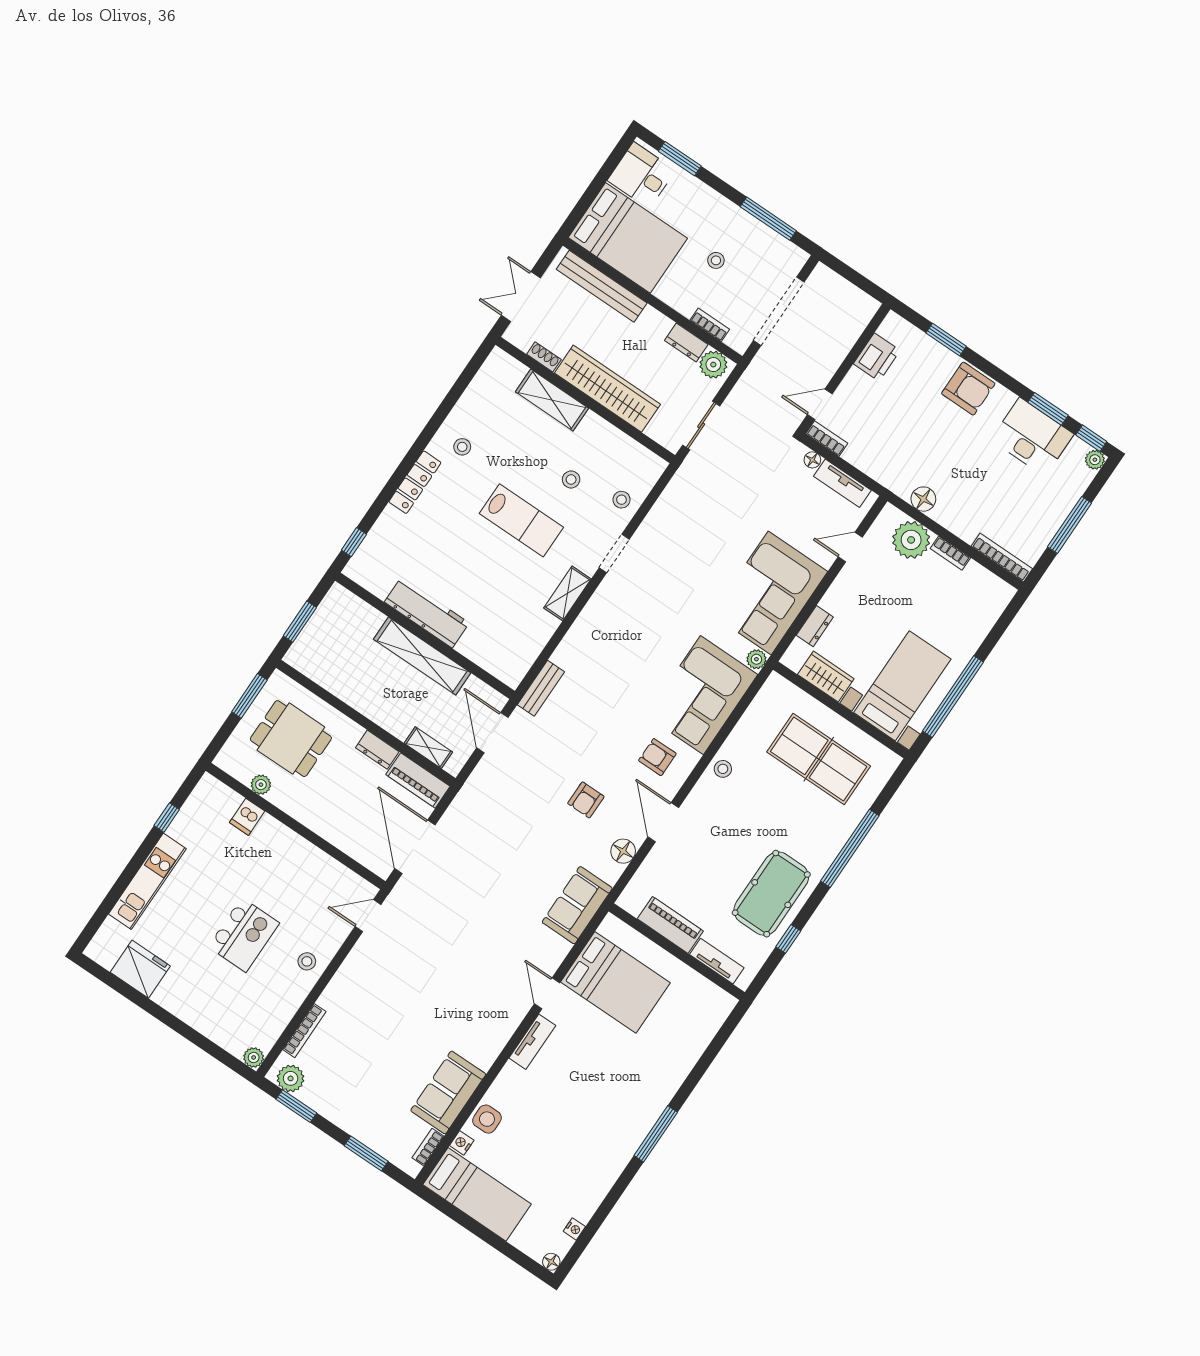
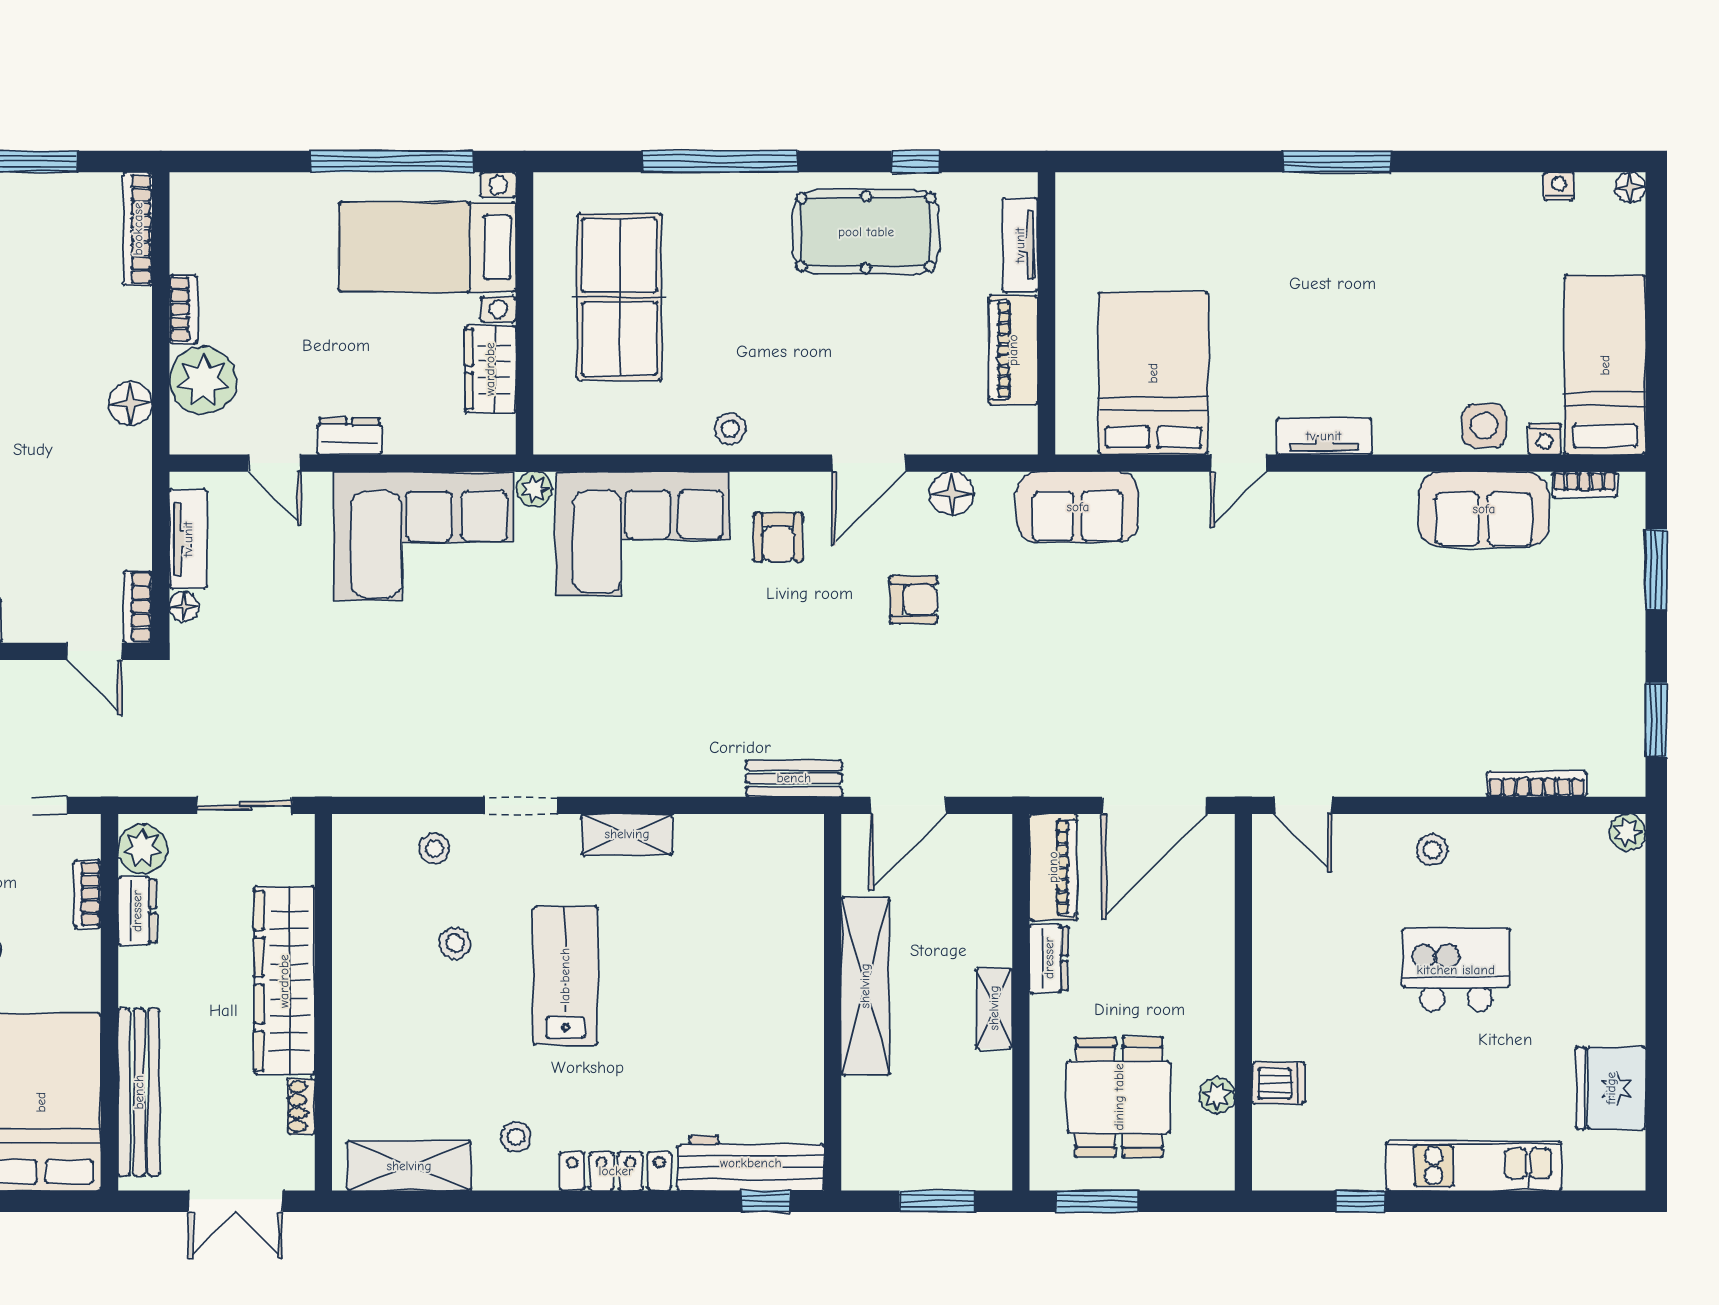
shelving: (552, 400) -> (409, 1166), moved, turned 90
workbench: (427, 613) -> (751, 1163), moved, turned 90
dresser: (815, 626) -> (349, 436), moved
shelving: (428, 748) -> (994, 1008), moved
plant: (291, 1078) -> (1621, 757), removed

